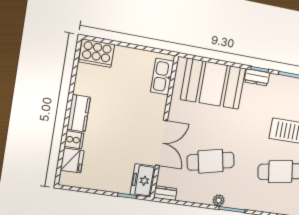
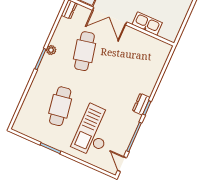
kitchen sink: (162, 77) -> (147, 24), moved
booth: (213, 84) -> (145, 68), removed

